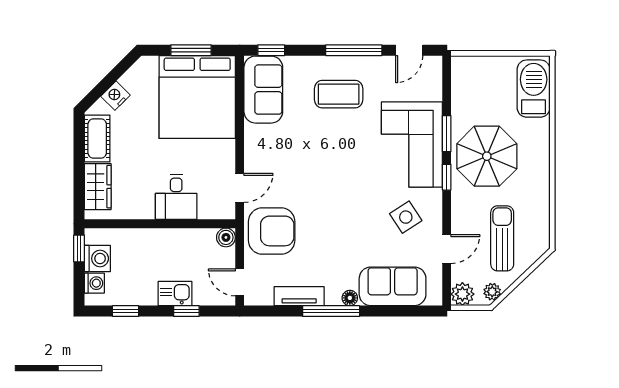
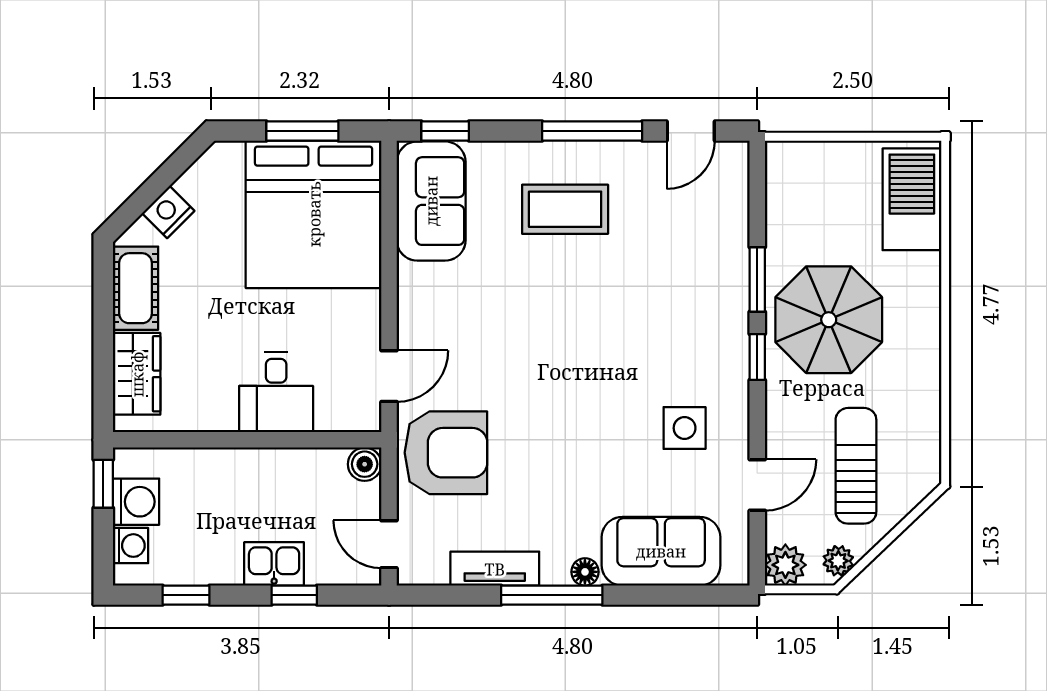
corner sofa: (412, 144) -> (695, 299), removed
side table: (406, 217) -> (685, 428), turned 33

